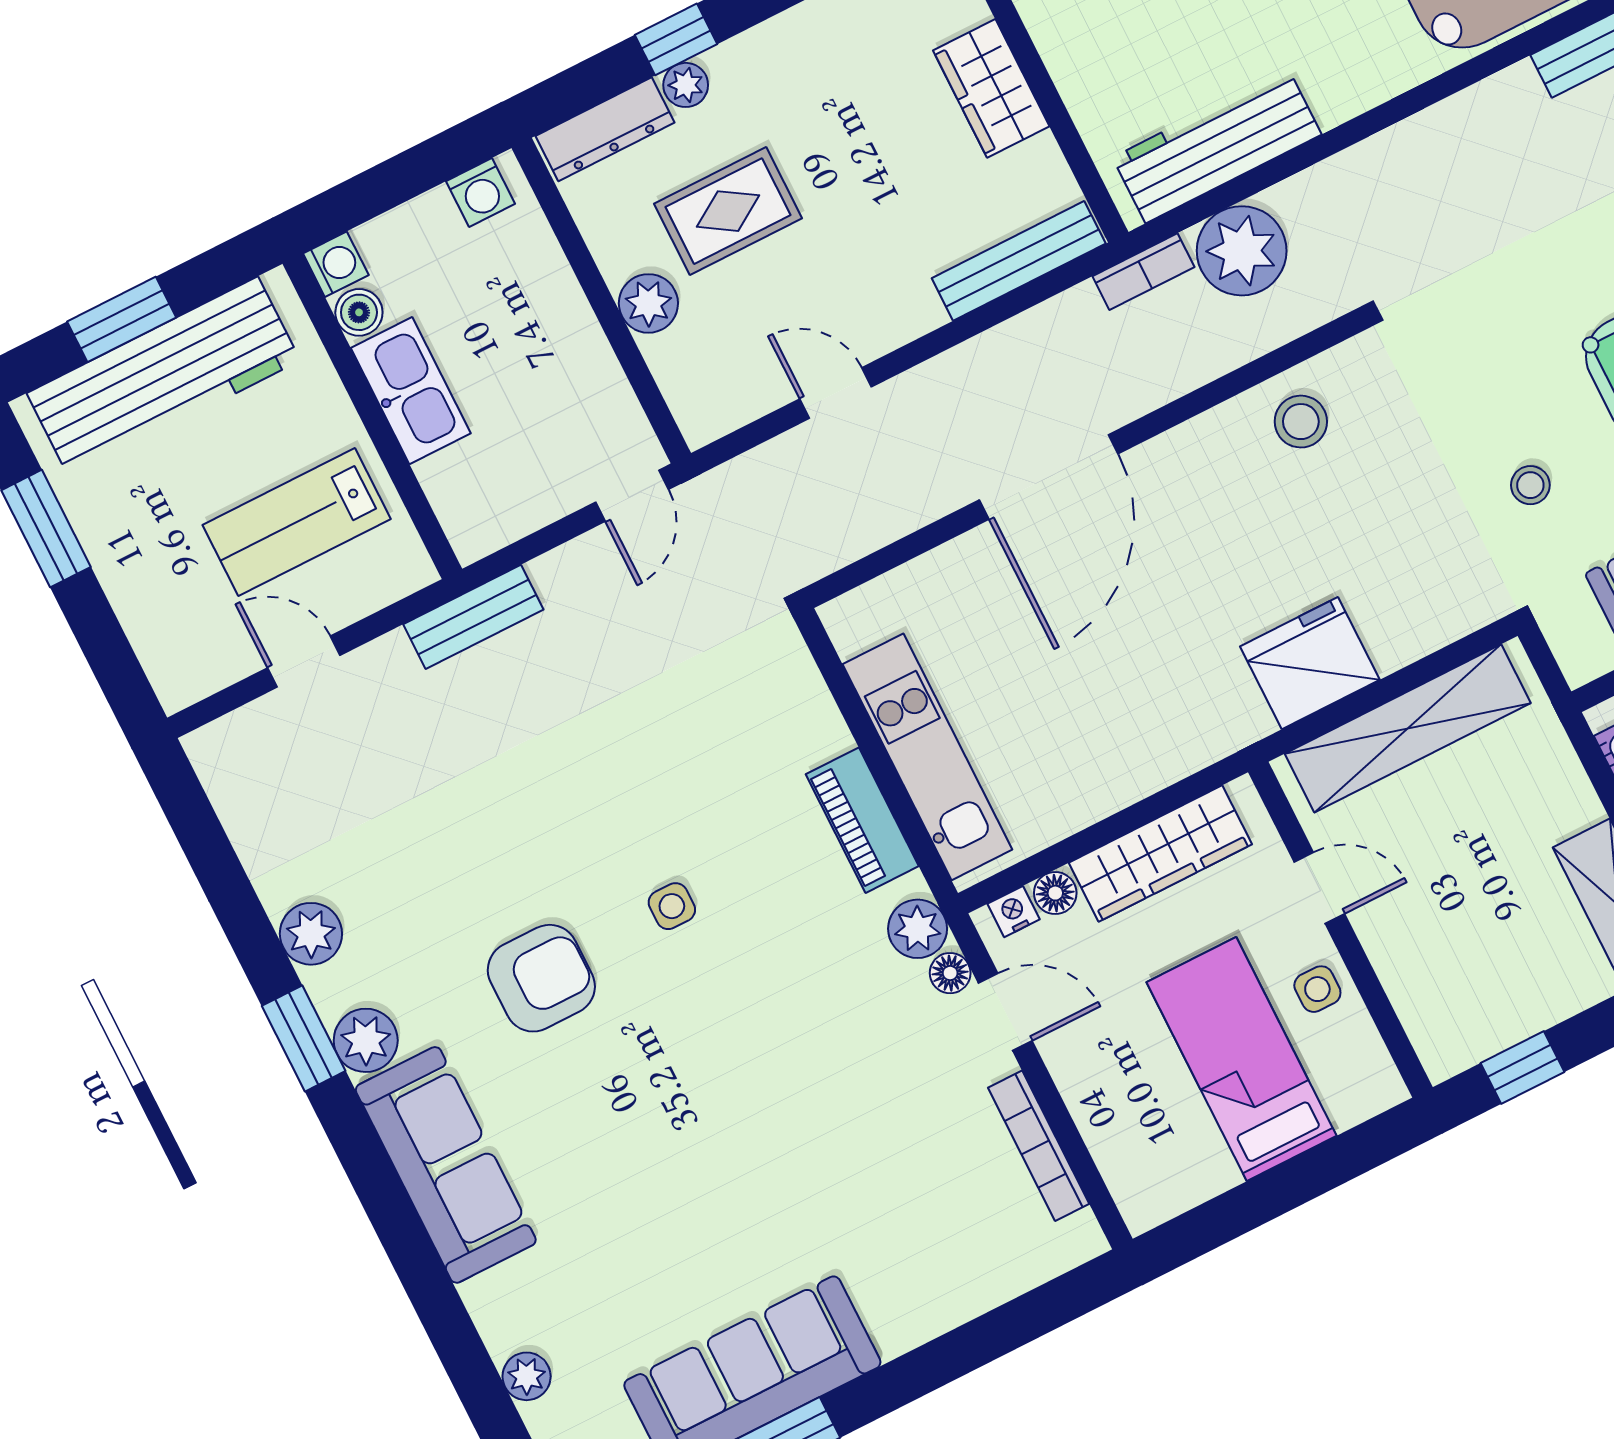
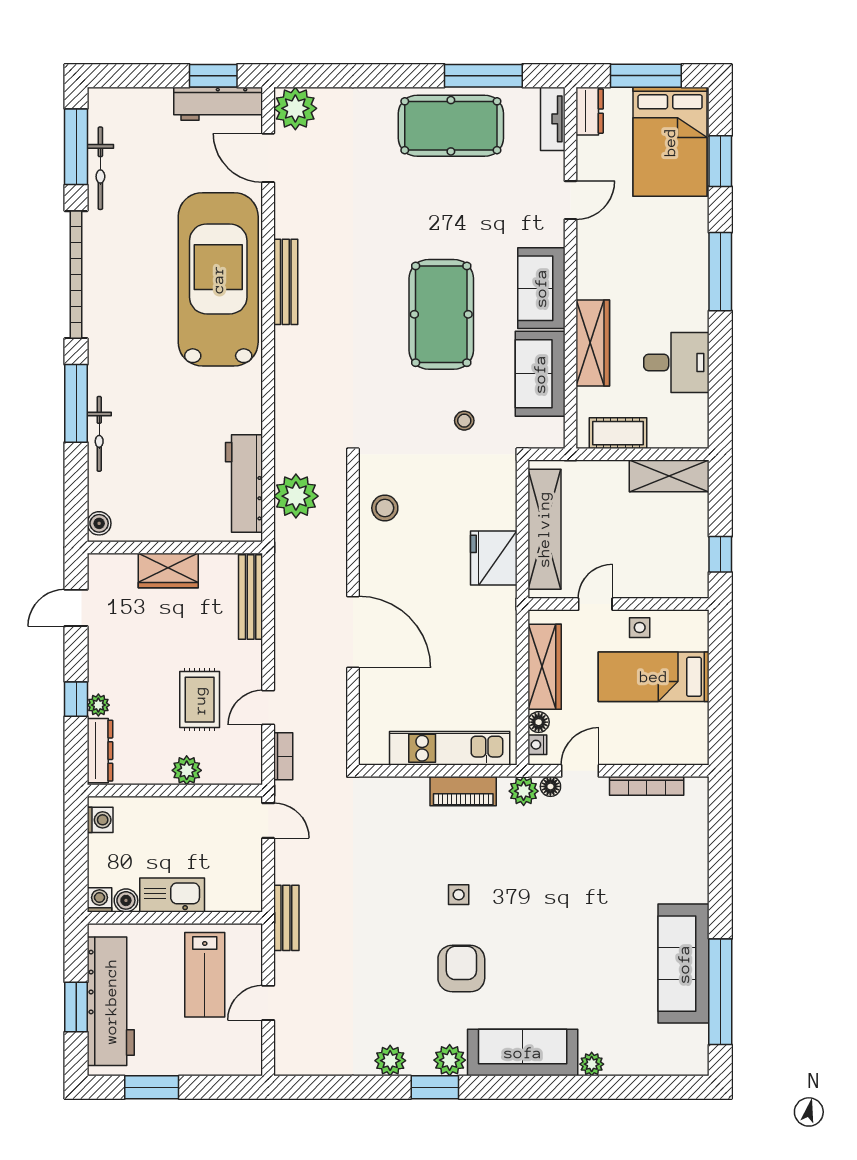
rug: (728, 211) -> (200, 700), moved
bookcase: (1143, 272) -> (283, 756), moved
plant: (527, 1376) -> (592, 1064), moved

